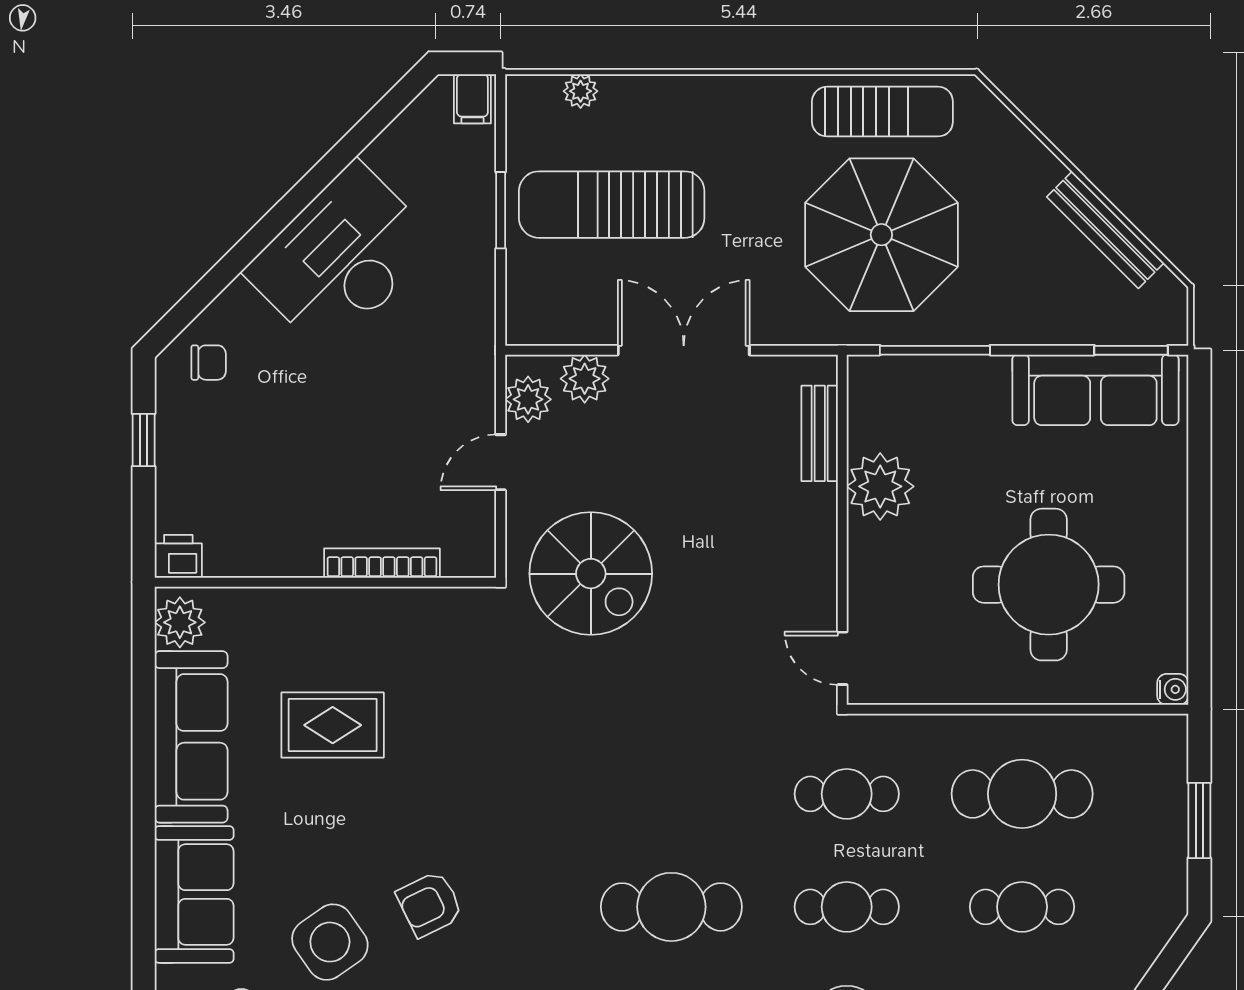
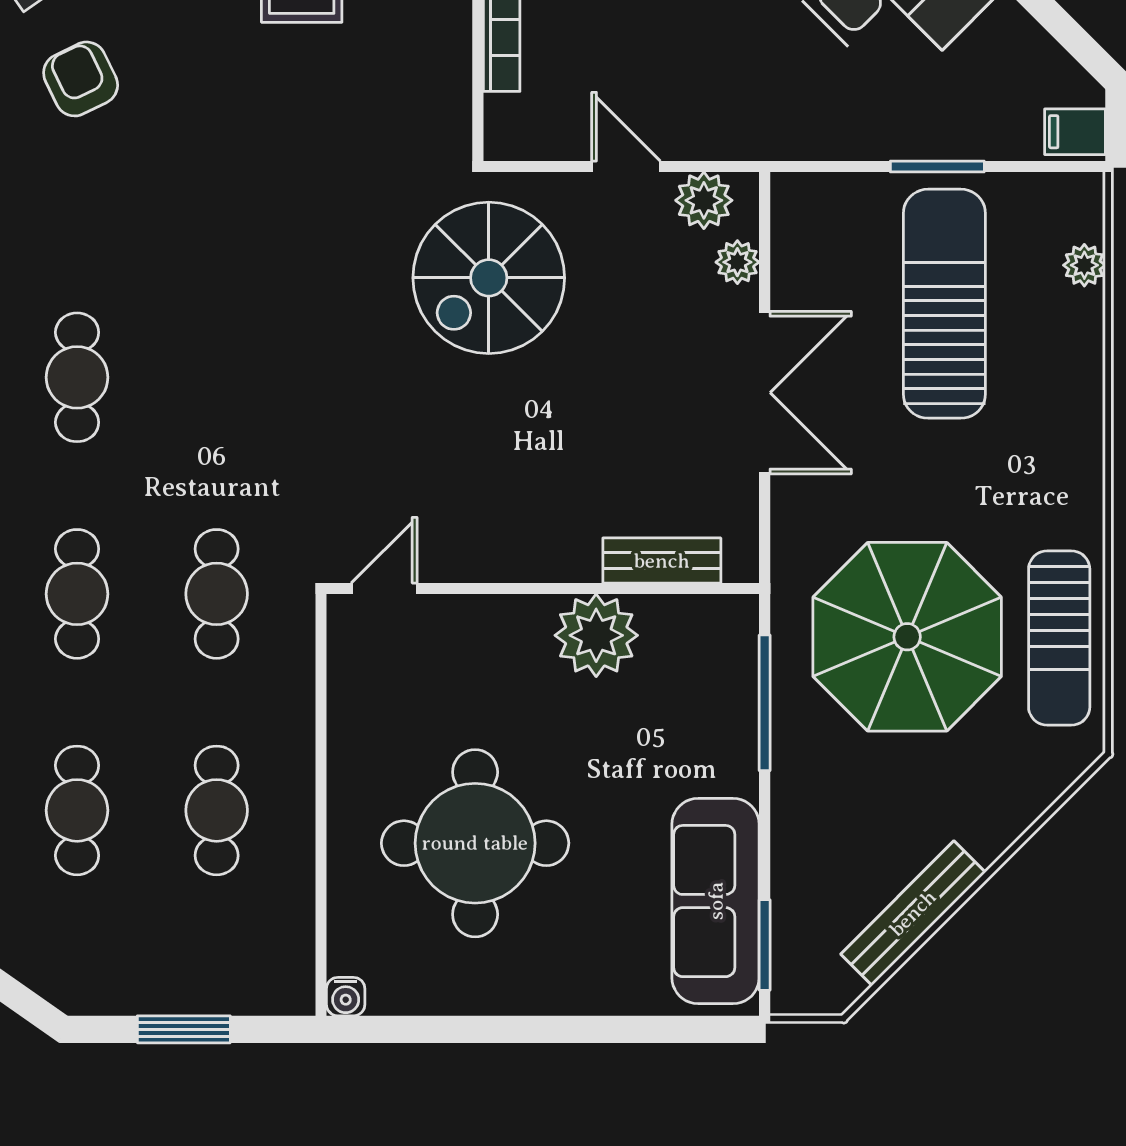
plant: (585, 379) -> (737, 262), width x0.73, depth x0.73
cafe table: (1022, 794) -> (217, 810), width x0.73, depth x0.74
cafe table: (671, 907) -> (77, 377), width x0.73, depth x0.74

